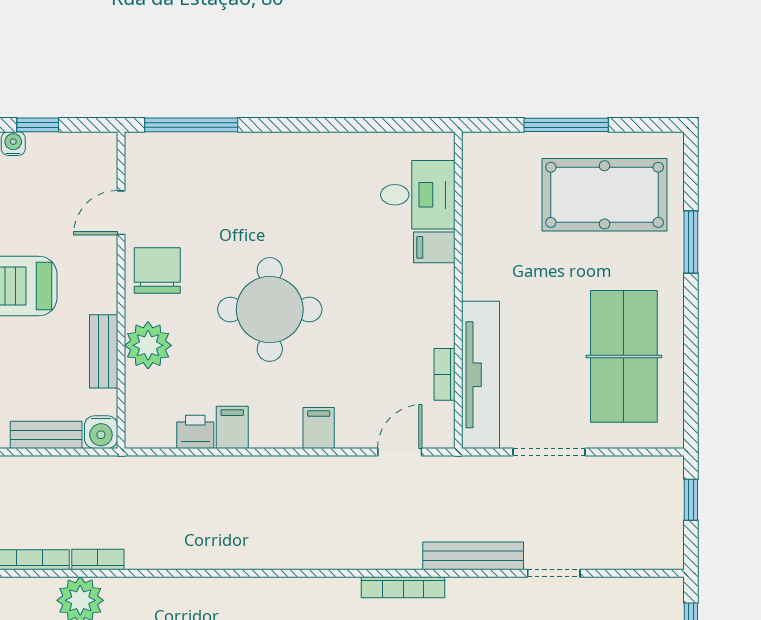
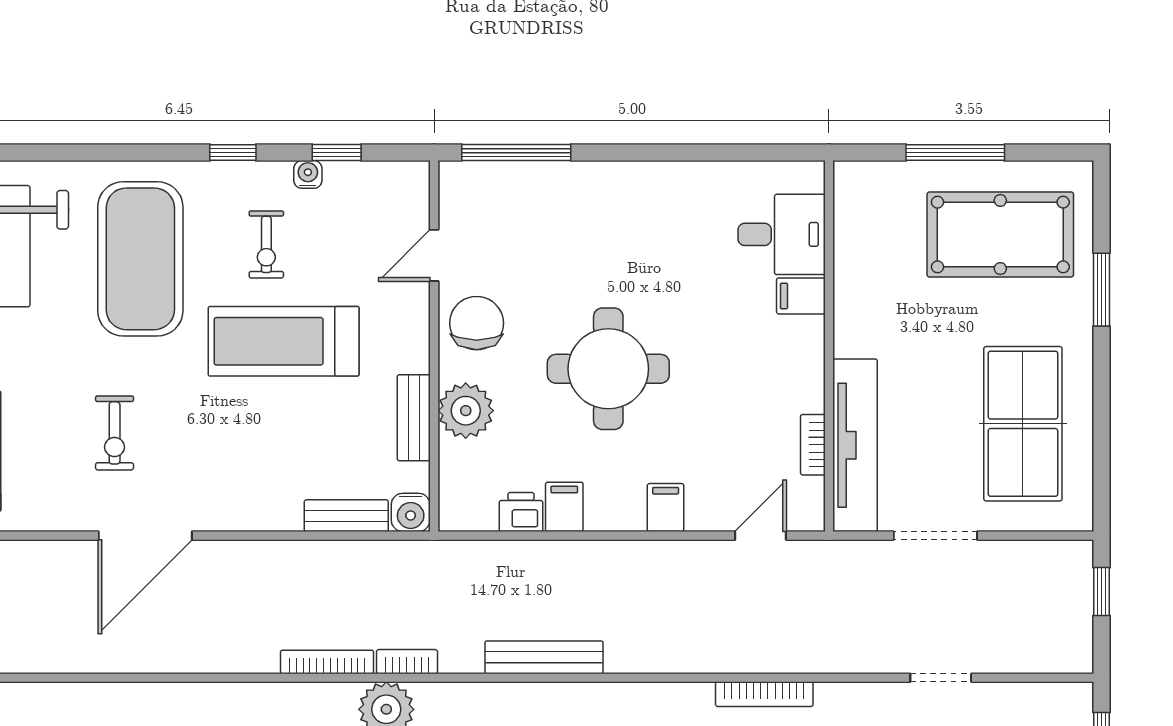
bench: (473, 556) -> (544, 657), moved

